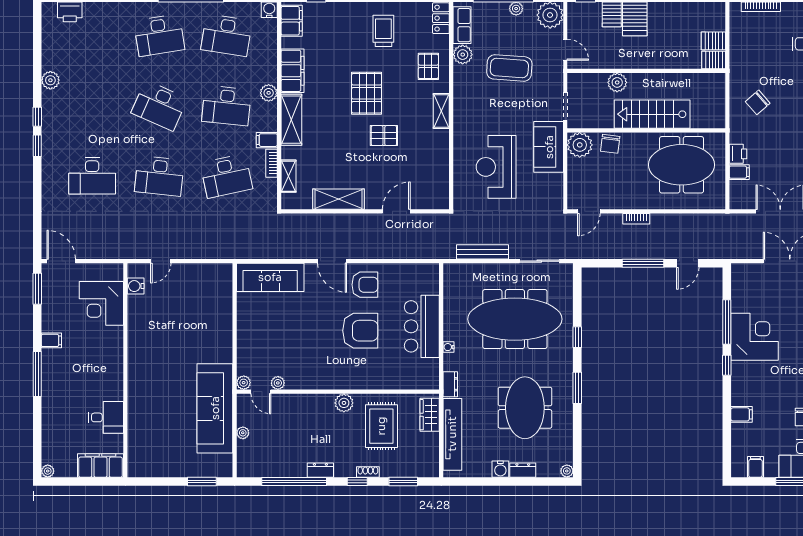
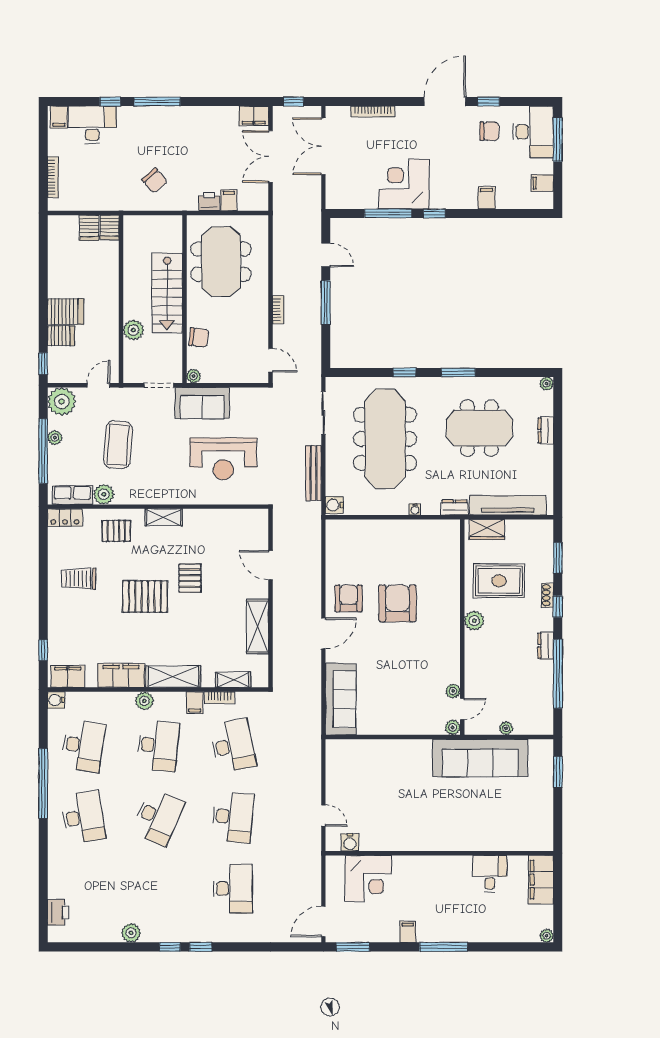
plant: (580, 145) -> (194, 376), width x0.53, depth x0.53
bar counter: (422, 326) -> (393, 538), removed
water cooler: (500, 469) -> (334, 505), moved, turned 180

